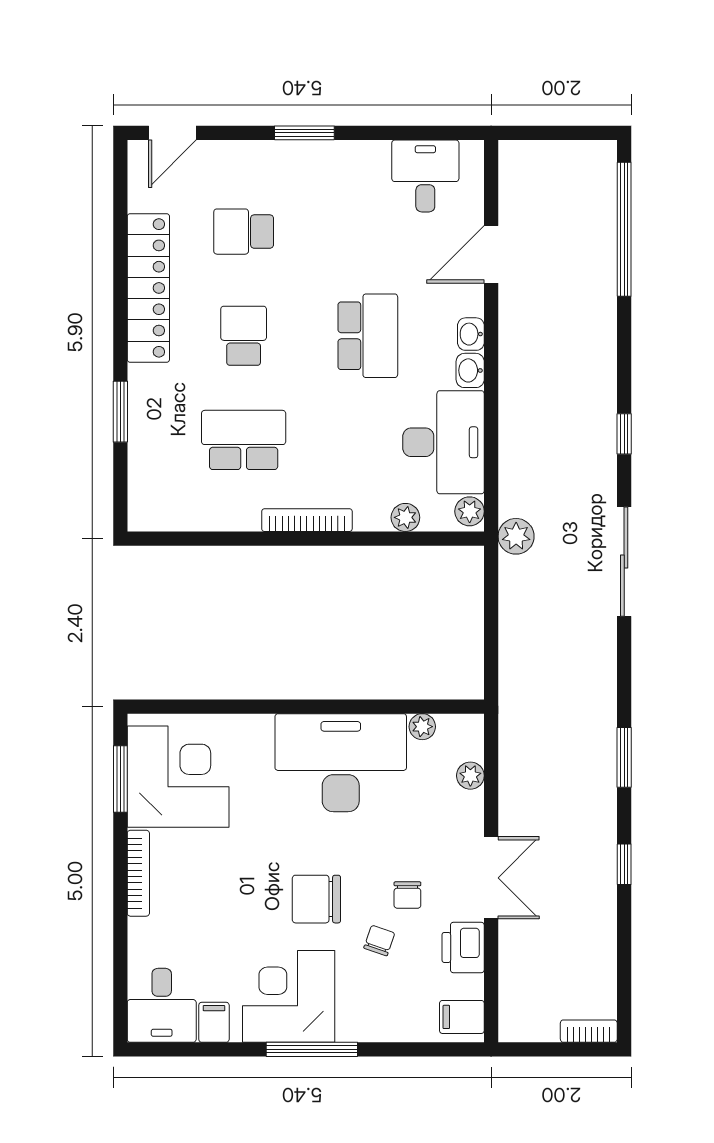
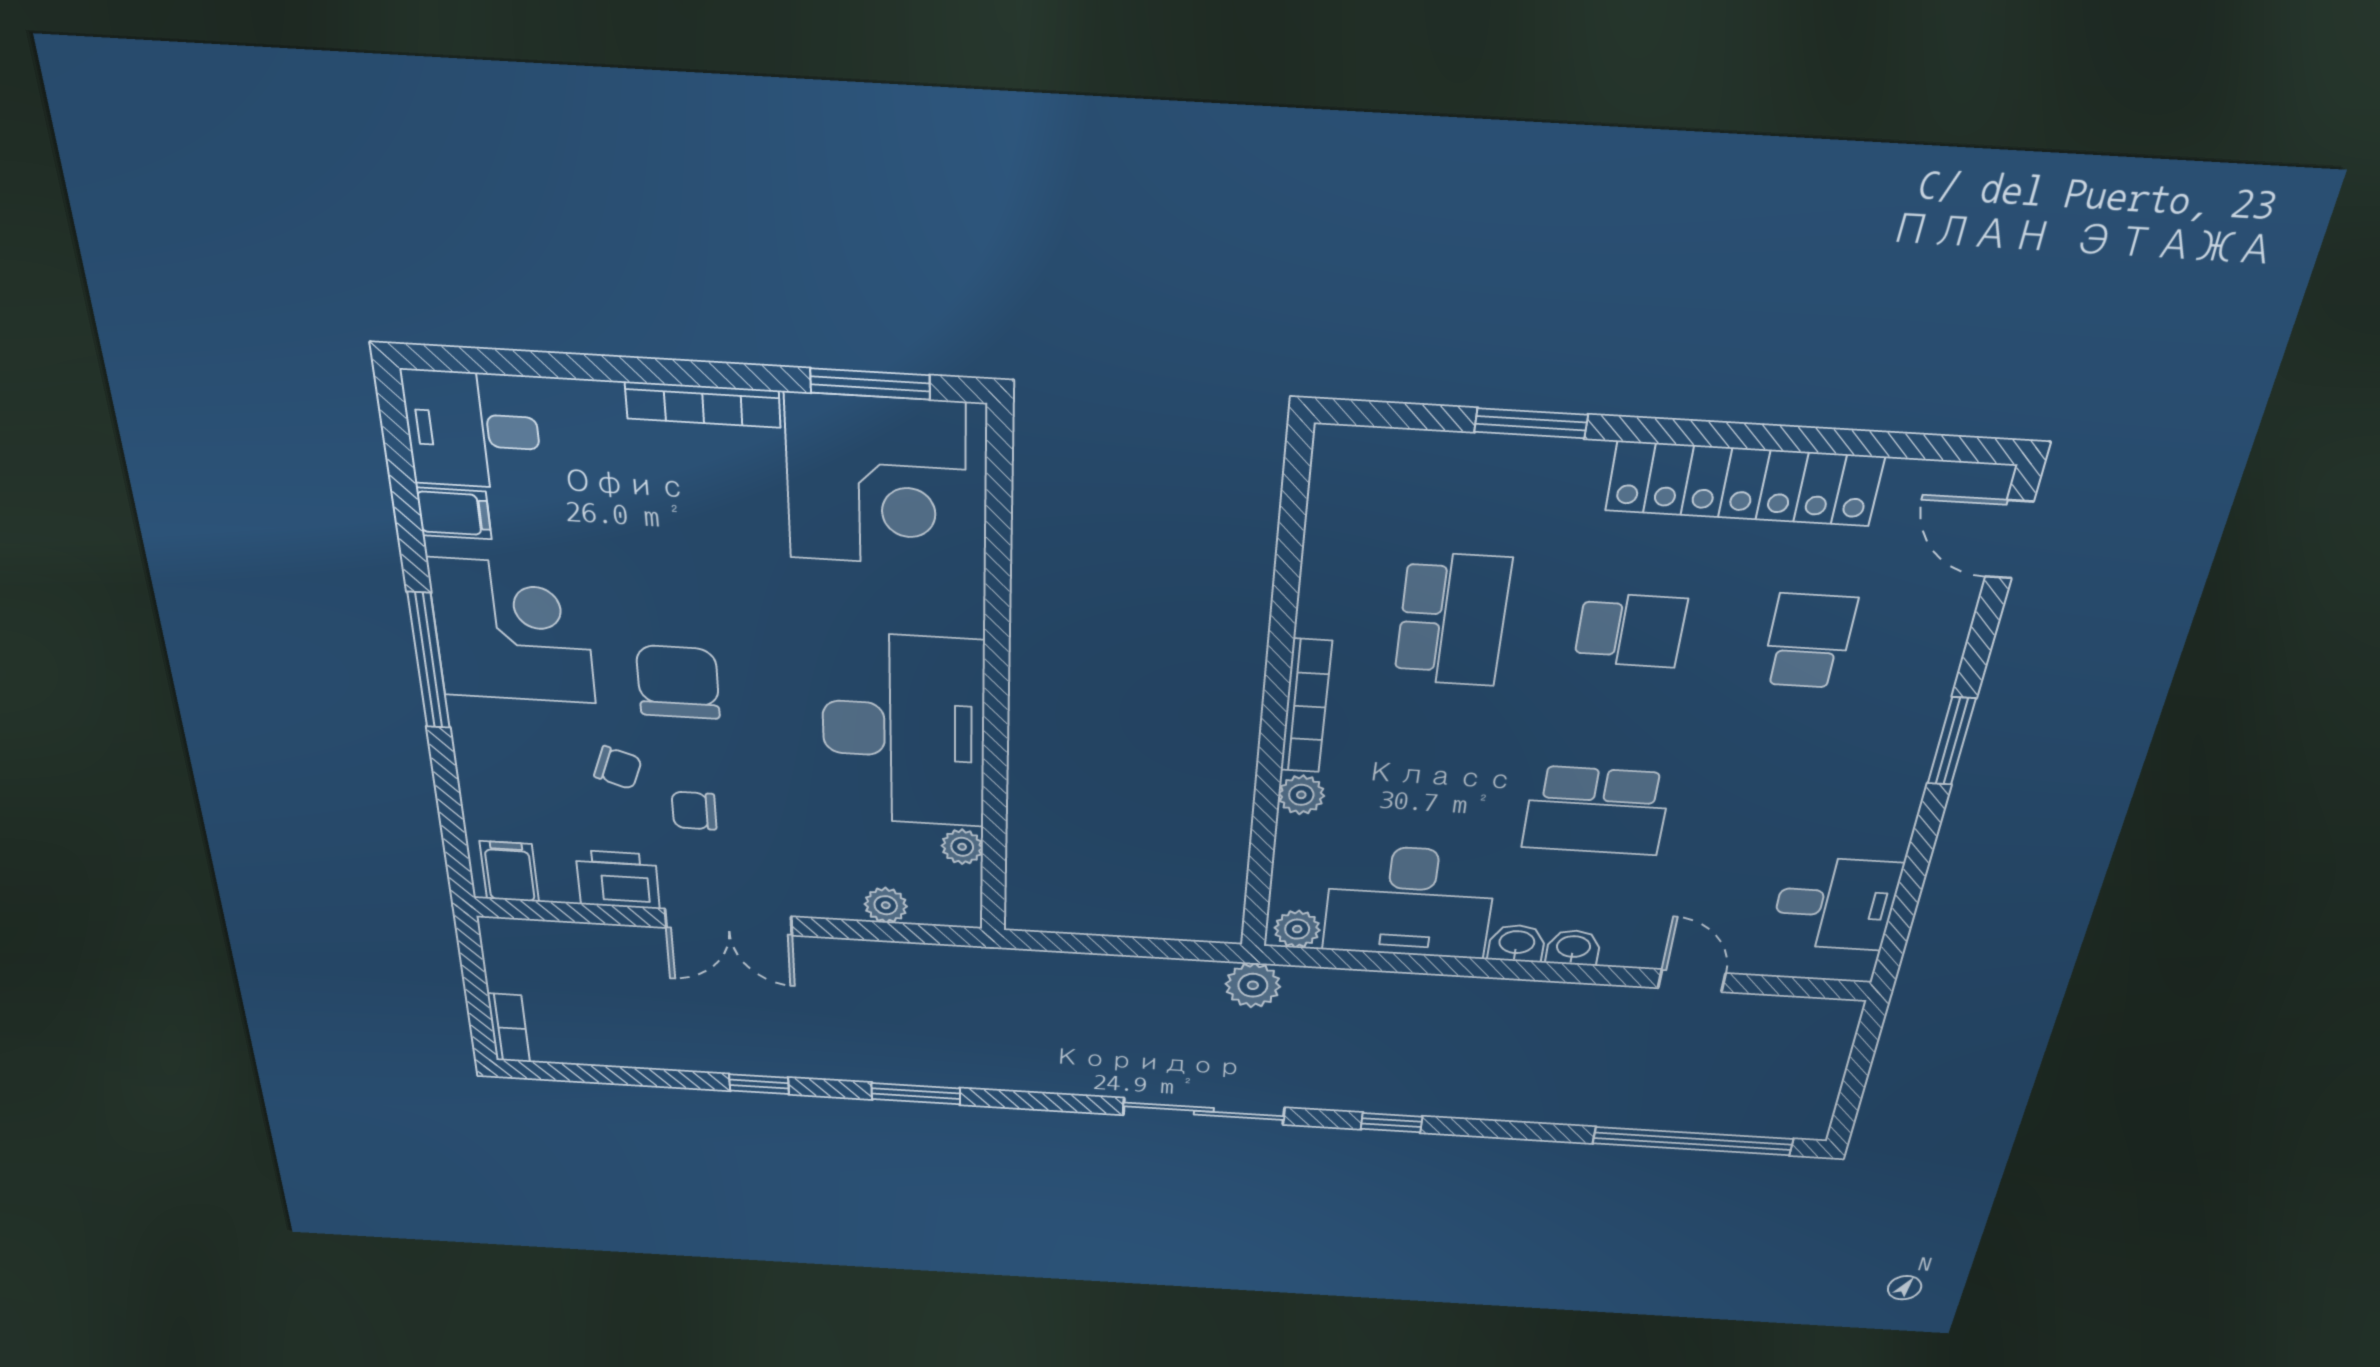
door: (491, 254) -> (1692, 981), width x0.73
plant: (405, 517) -> (1301, 795), moved

